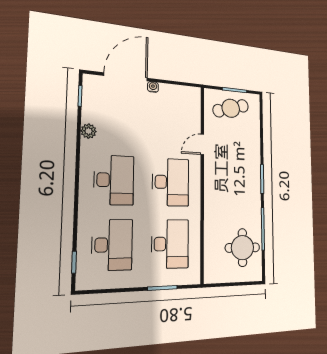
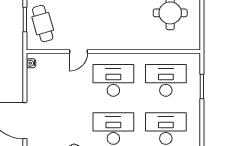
water cooler: (153, 87) -> (31, 63), moved
door: (202, 144) -> (78, 52), hinge flipped

